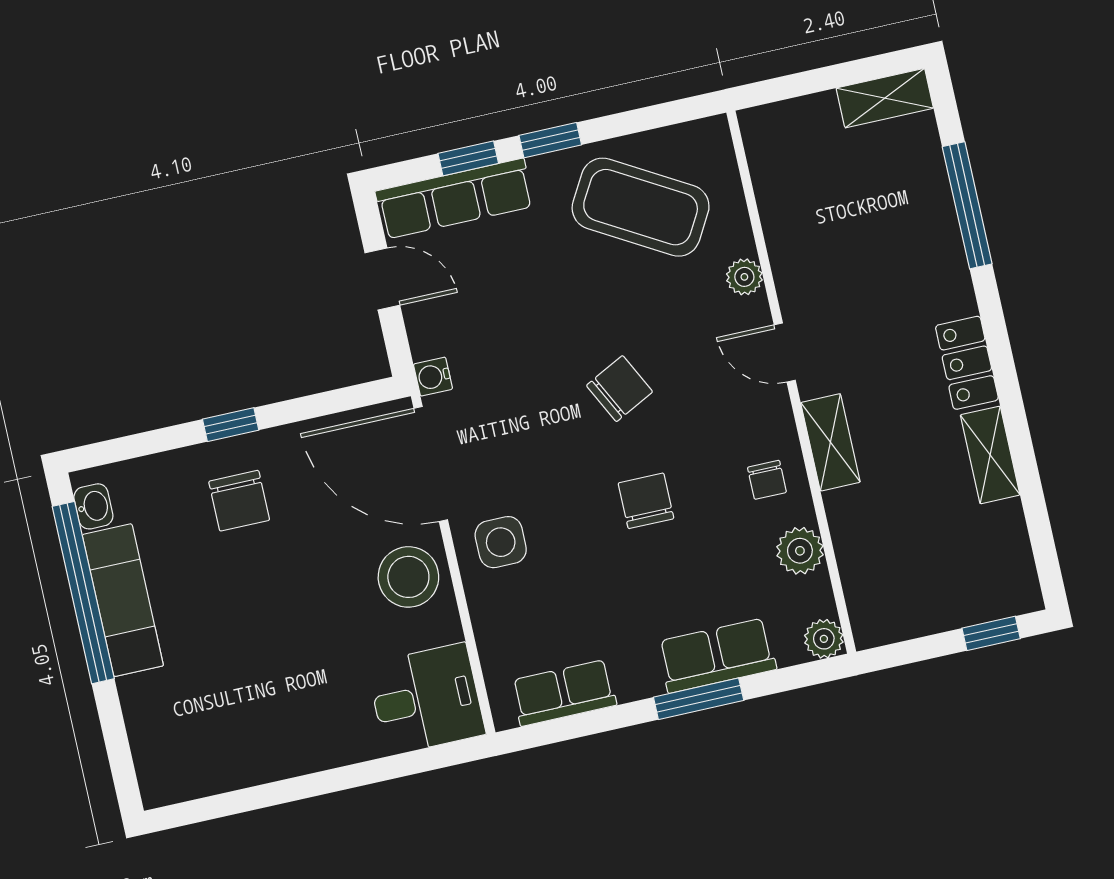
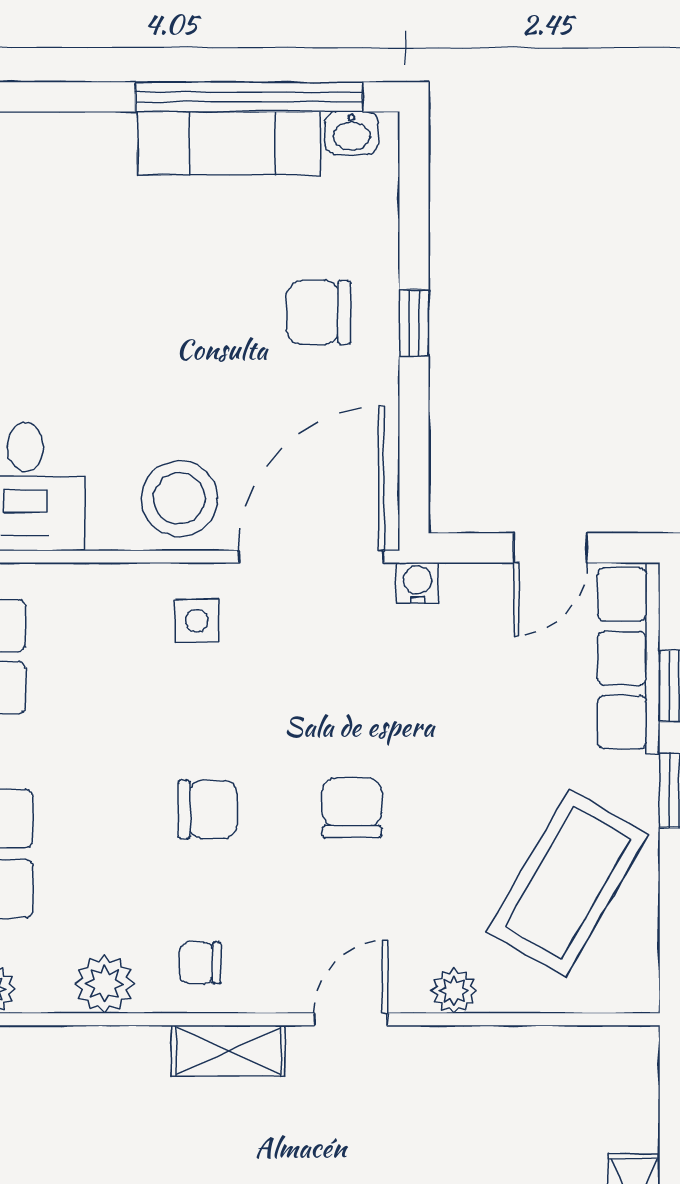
chair: (620, 389) -> (352, 808), turned -153
side table: (501, 542) -> (197, 621), width x0.73, depth x0.73

